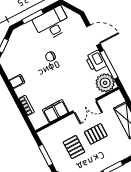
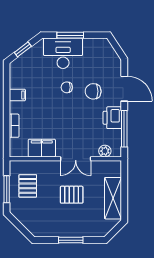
desk: (52, 24) -> (63, 53), moved
chair: (71, 49) -> (93, 91), added
plant: (105, 83) -> (105, 151), width x0.53, depth x0.53
pallet: (74, 147) -> (28, 186), moved

